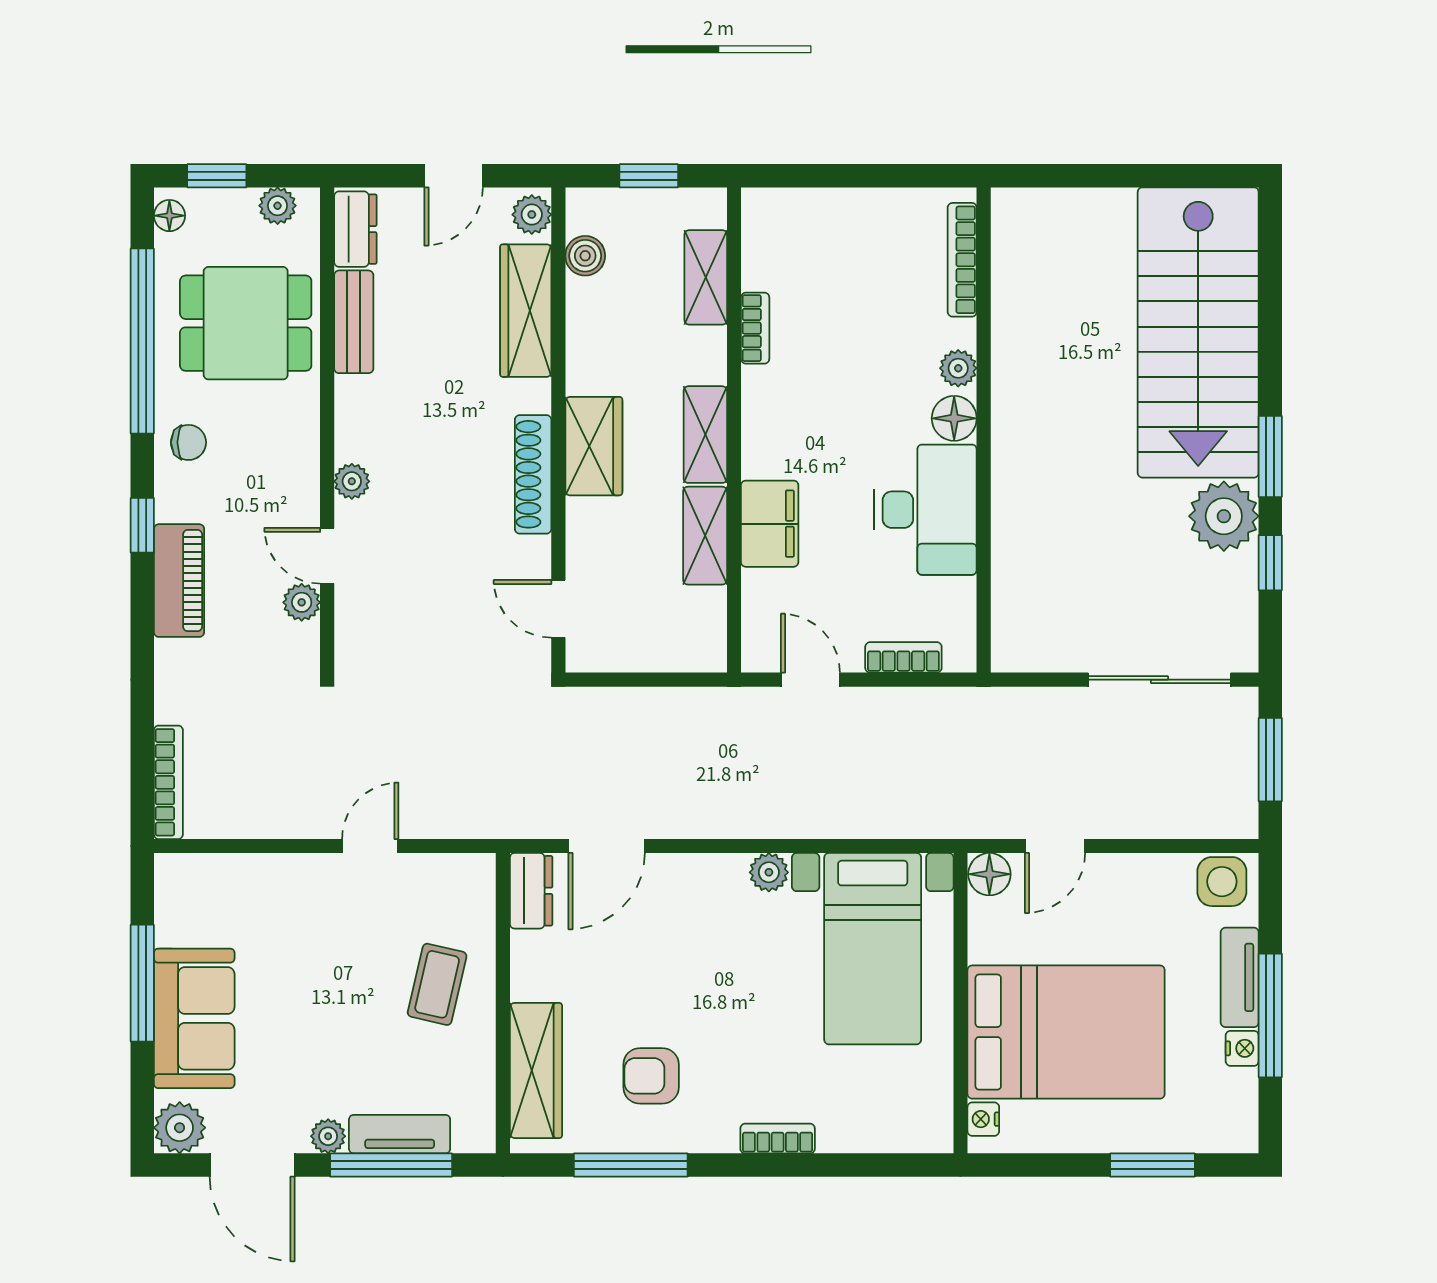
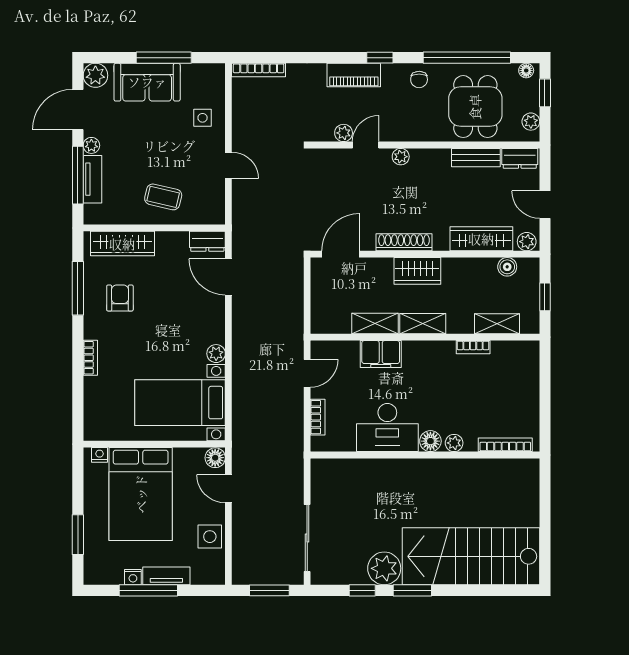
door: (558, 609) -> (341, 254), width x1.38
side table: (1222, 882) -> (210, 537), moved
side table: (270, 901) -> (203, 118), added

